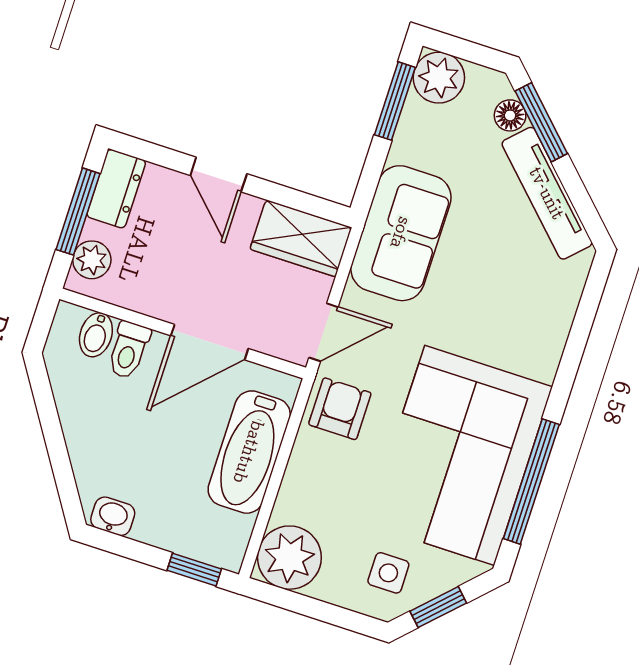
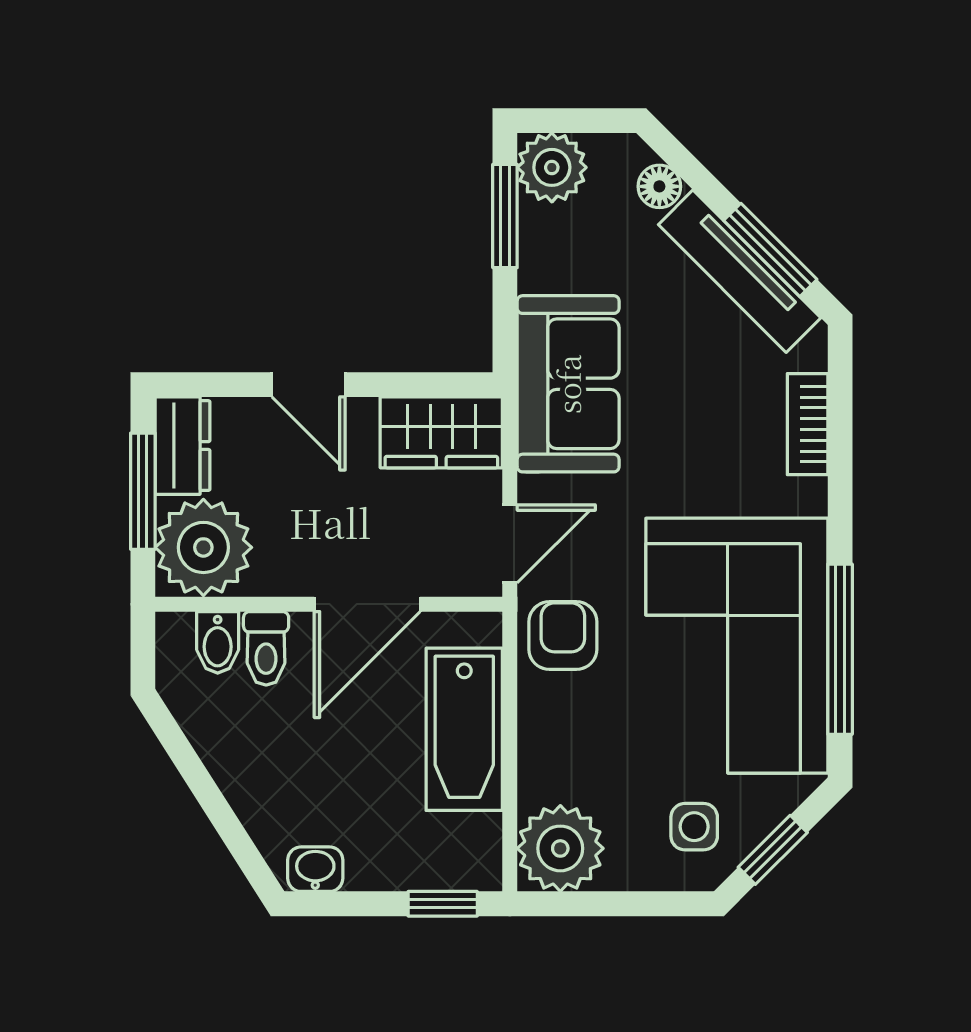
window: (541, 122) -> (770, 250), moved
plant: (92, 260) -> (203, 547), width x1.87, depth x1.87
bookcase: (560, 316) -> (808, 424), added

